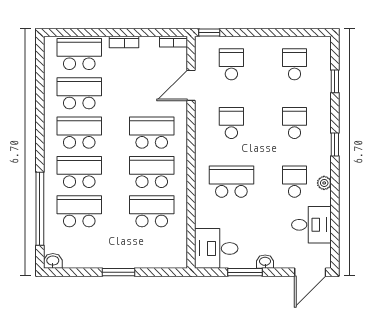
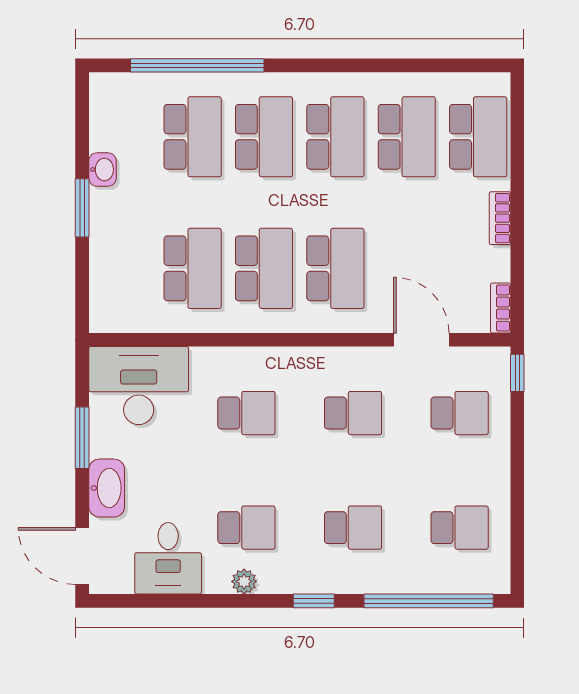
window: (335, 81) -> (429, 601), width x3.17
school desk: (231, 182) -> (246, 413), width x0.54
desk: (216, 248) -> (139, 386), width x1.37
washbasin: (53, 261) -> (102, 169), moved
washbasin: (265, 262) -> (107, 488), width x1.91, depth x1.45

